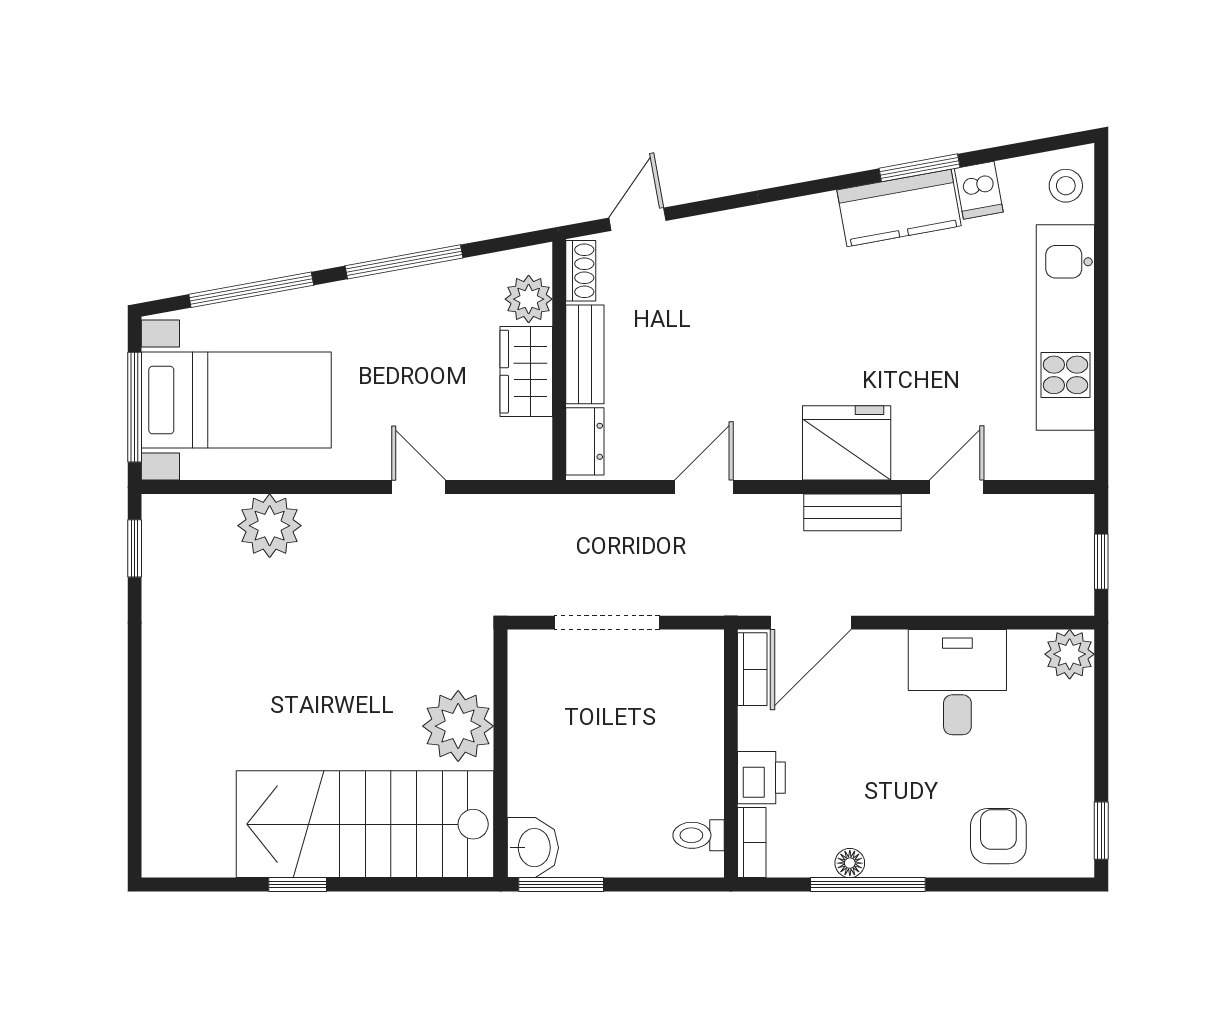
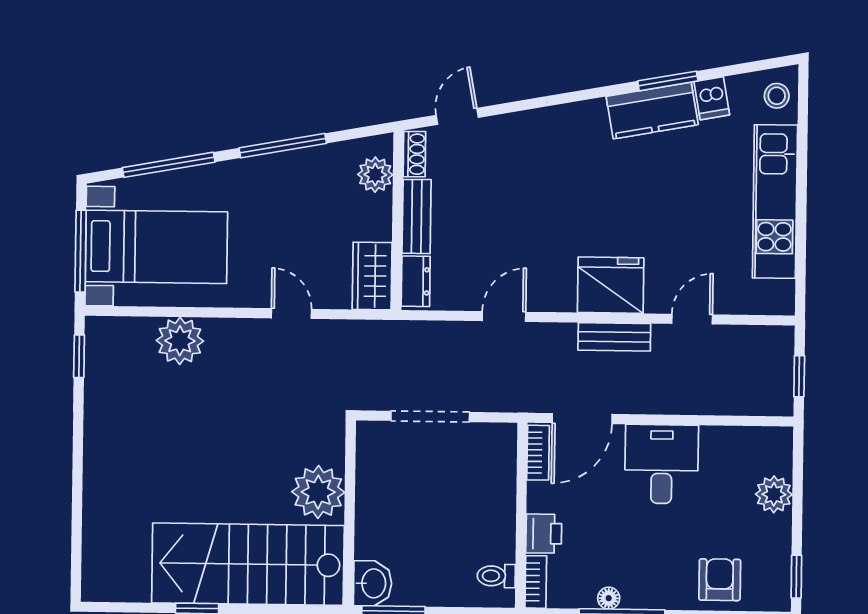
wardrobe: (526, 372) -> (372, 276), moved
plant: (1070, 654) -> (774, 494), moved
desk: (957, 682) -> (662, 464), moved

